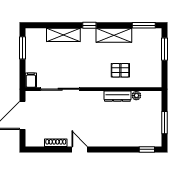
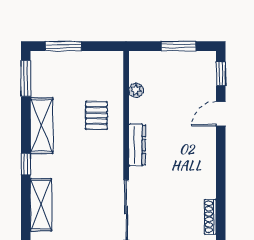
dresser: (117, 96) -> (137, 145), moved
door: (80, 149) -> (221, 114), moved

